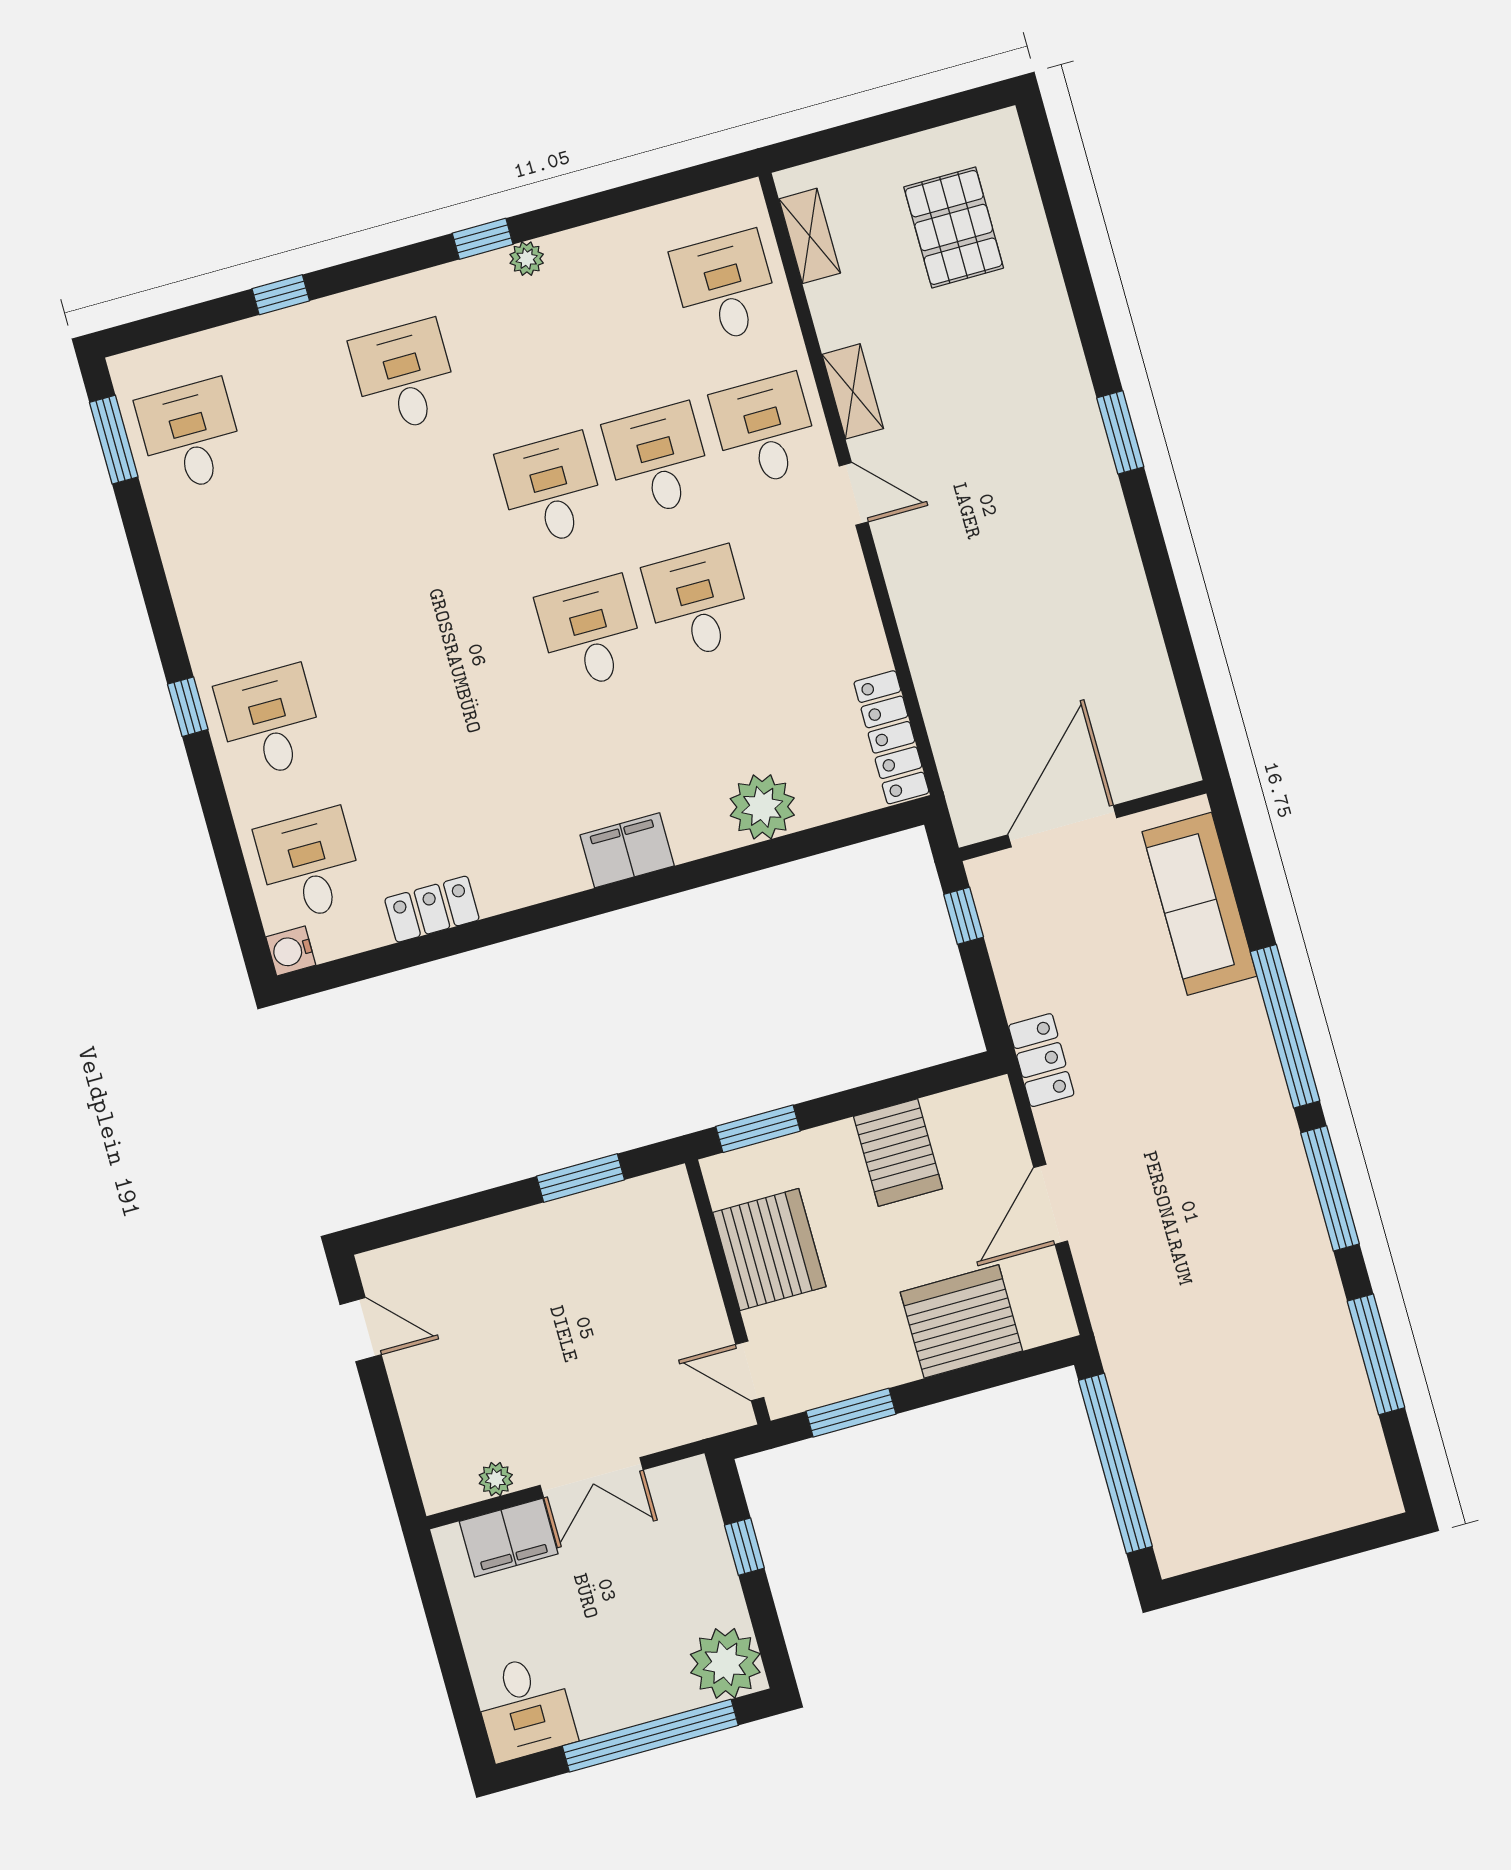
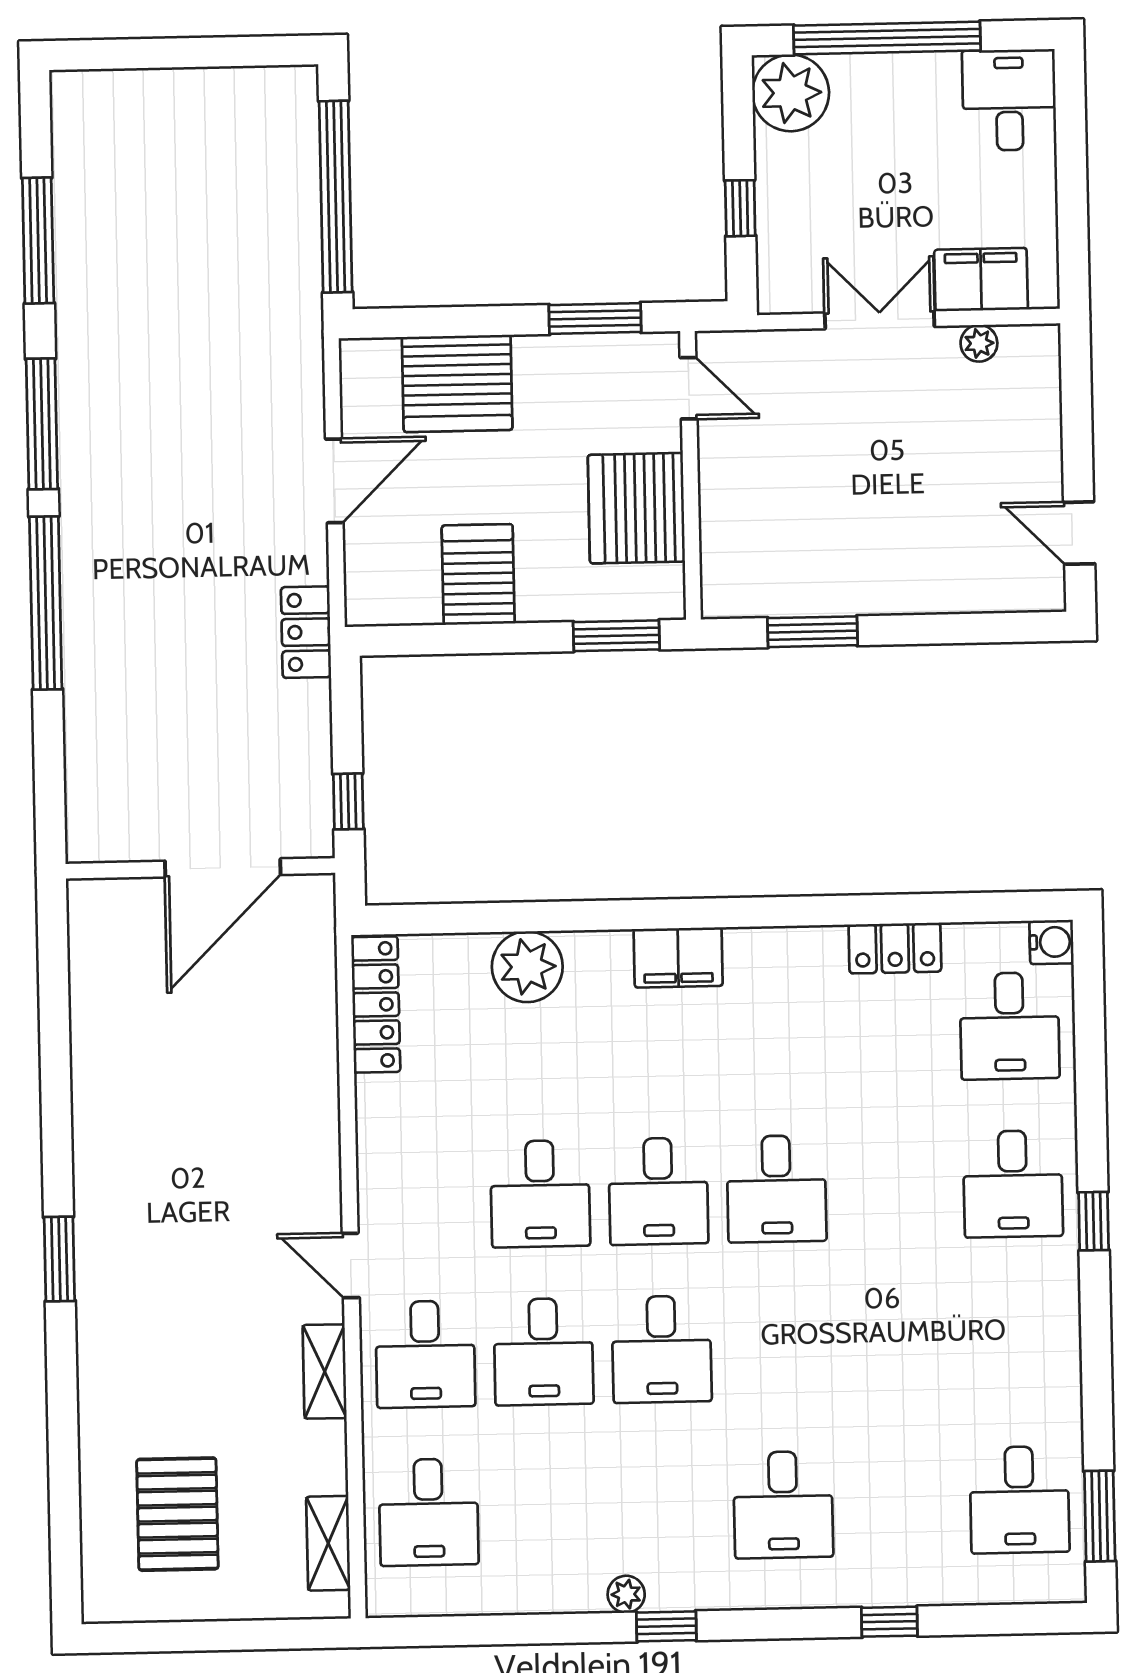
desk: (484, 663) -> (777, 1189), added
sofa: (1199, 904) -> (102, 752), removed

